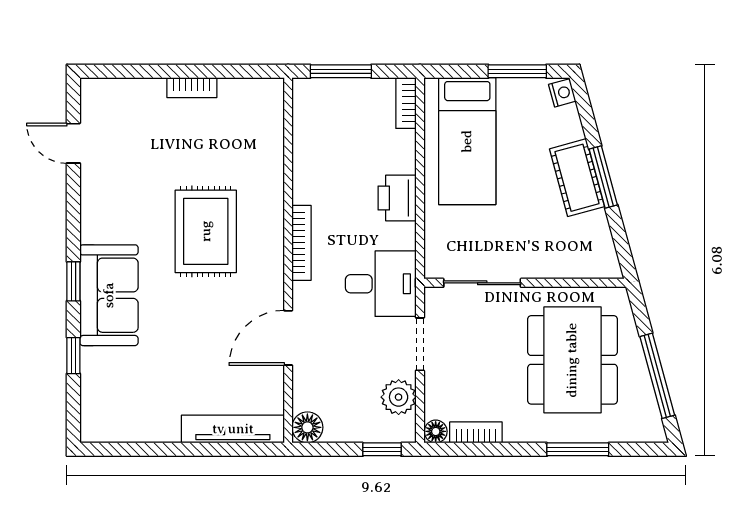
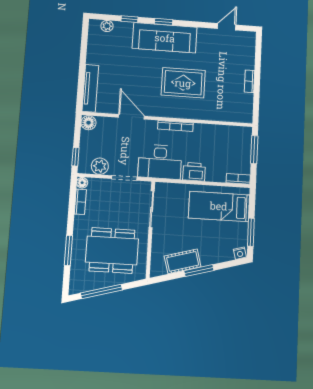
cot: (577, 178) -> (183, 261), moved
desk: (381, 284) -> (160, 162), width x1.37
sofa: (109, 295) -> (165, 38), width x1.36
plant: (93, 403) -> (107, 26), added

